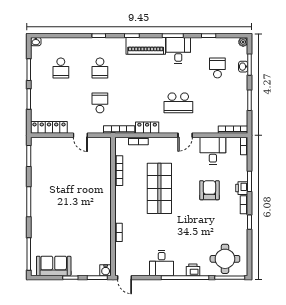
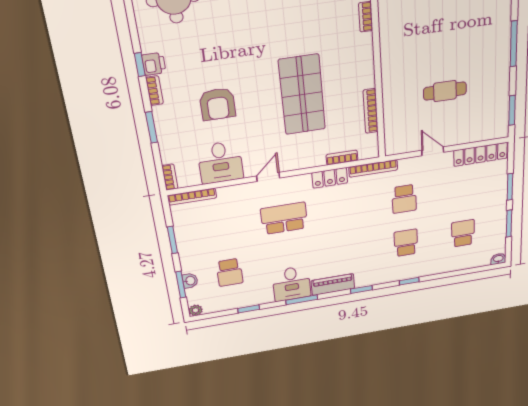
piano: (146, 46) -> (333, 285), width x0.73, depth x0.75
cafe table: (72, 177) -> (445, 91), added
printer: (242, 188) -> (154, 64), moved

